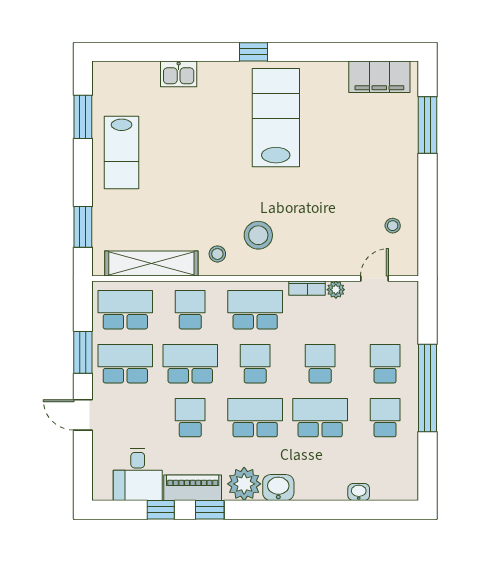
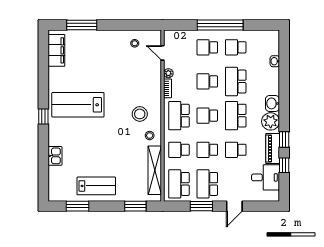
school desk: (190, 364) -> (207, 150), width x0.54

